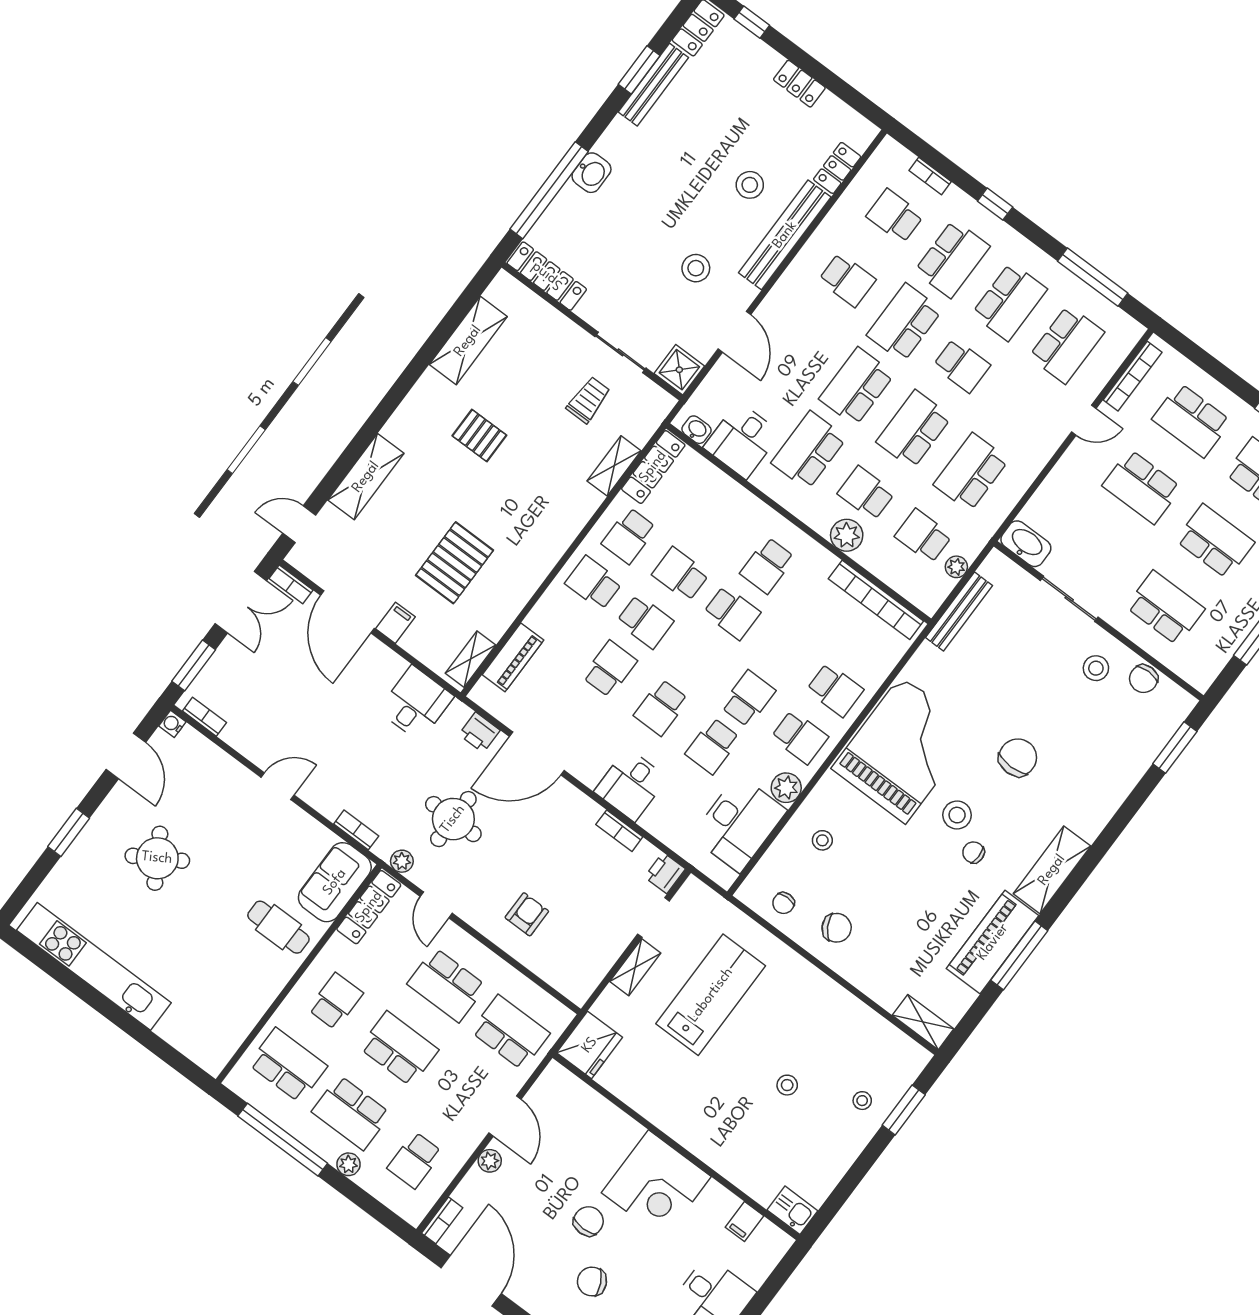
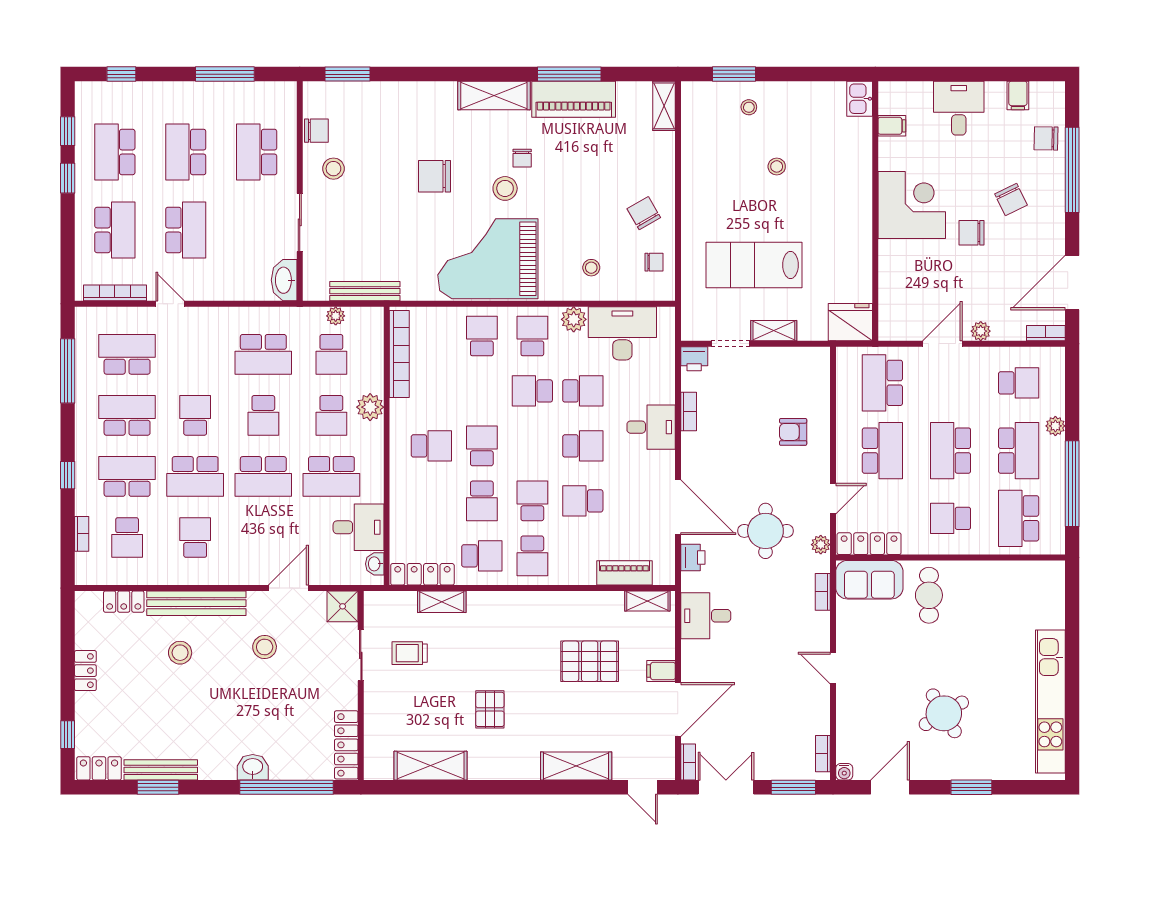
school desk: (914, 429) -> (263, 415), width x0.54

